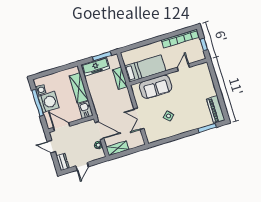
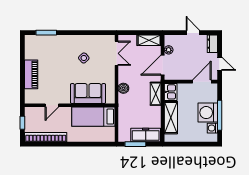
shelving: (120, 78) -> (156, 94), moved
boiler: (127, 101) -> (123, 88), added
piano: (216, 110) -> (31, 74), moved
double door: (139, 119) -> (116, 53), moved
door: (62, 127) -> (202, 82), swing flipped
door: (99, 131) -> (163, 65), hinge flipped
door: (82, 166) -> (193, 33), hinge flipped

